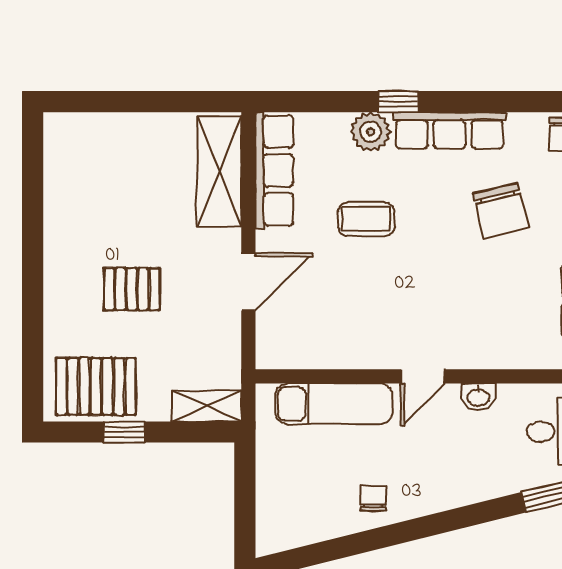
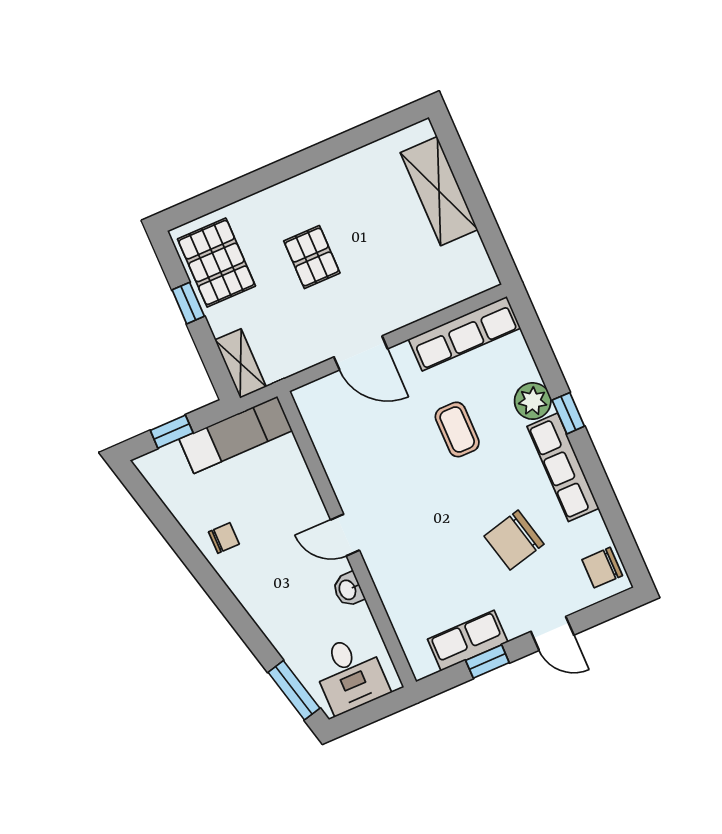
shelving: (219, 172) -> (439, 191), moved, turned 90
exam couch: (334, 404) -> (236, 435), moved, turned -90
window: (245, 504) -> (172, 432), added

